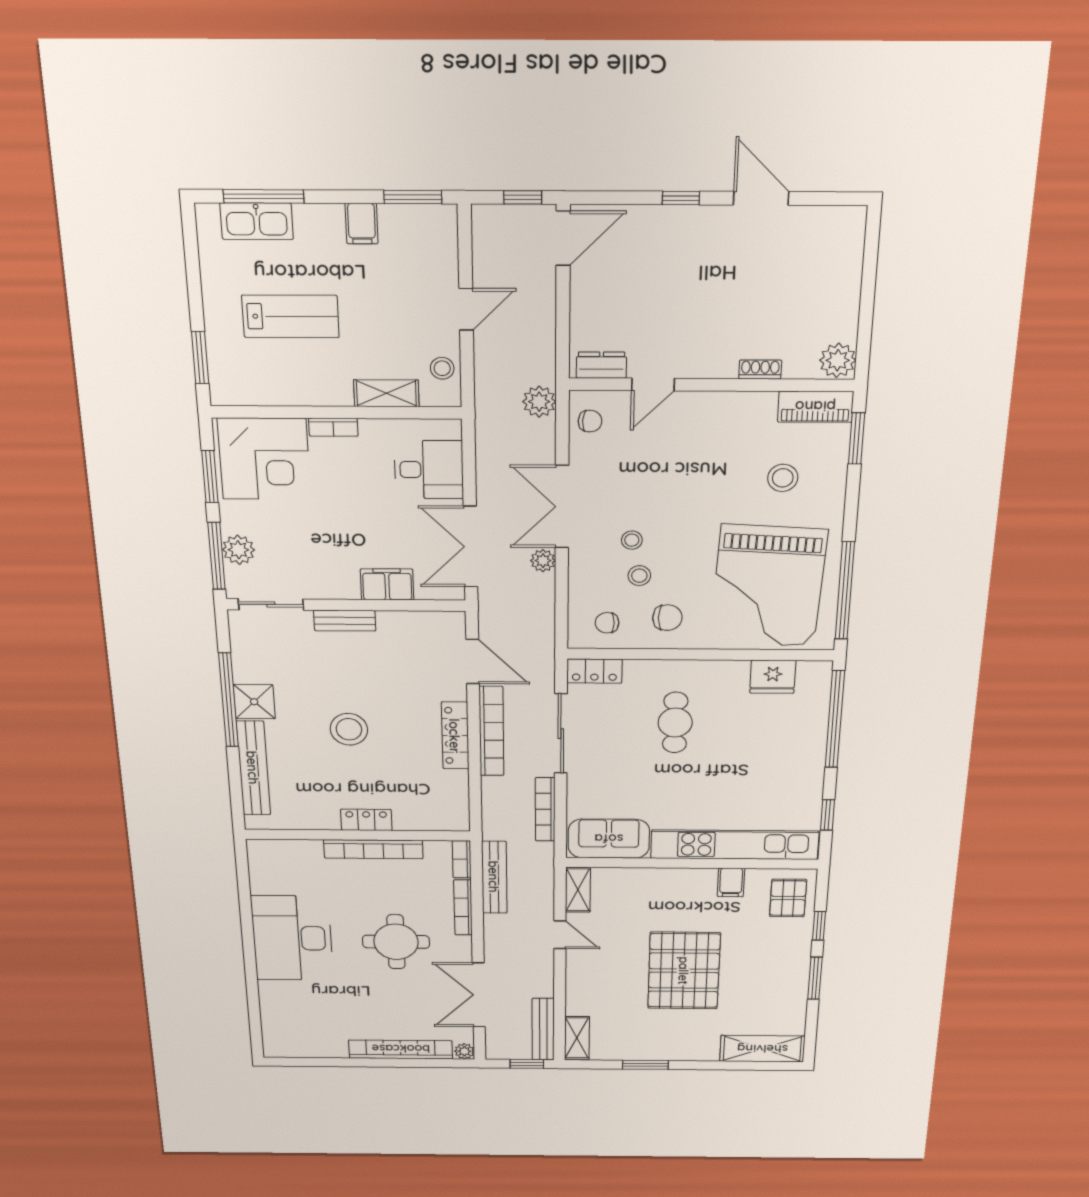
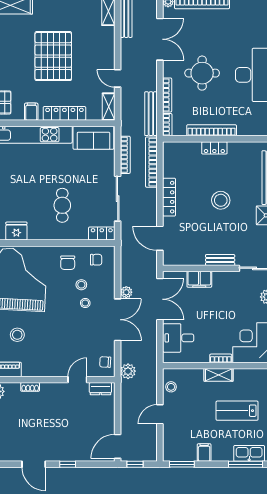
shelving: (386, 393) -> (219, 375), moved
chair: (667, 618) -> (68, 263), turned -90
bookcase: (491, 731) -> (151, 162), moved
locker: (665, 879) -> (64, 113), added

